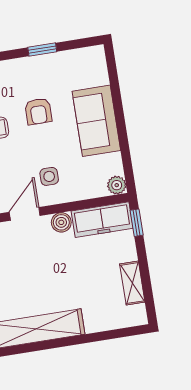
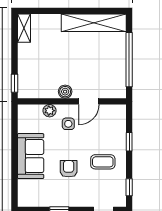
plant: (117, 185) -> (50, 111), moved
freezer: (102, 220) -> (37, 89), removed
shelving: (132, 283) -> (24, 28), moved

